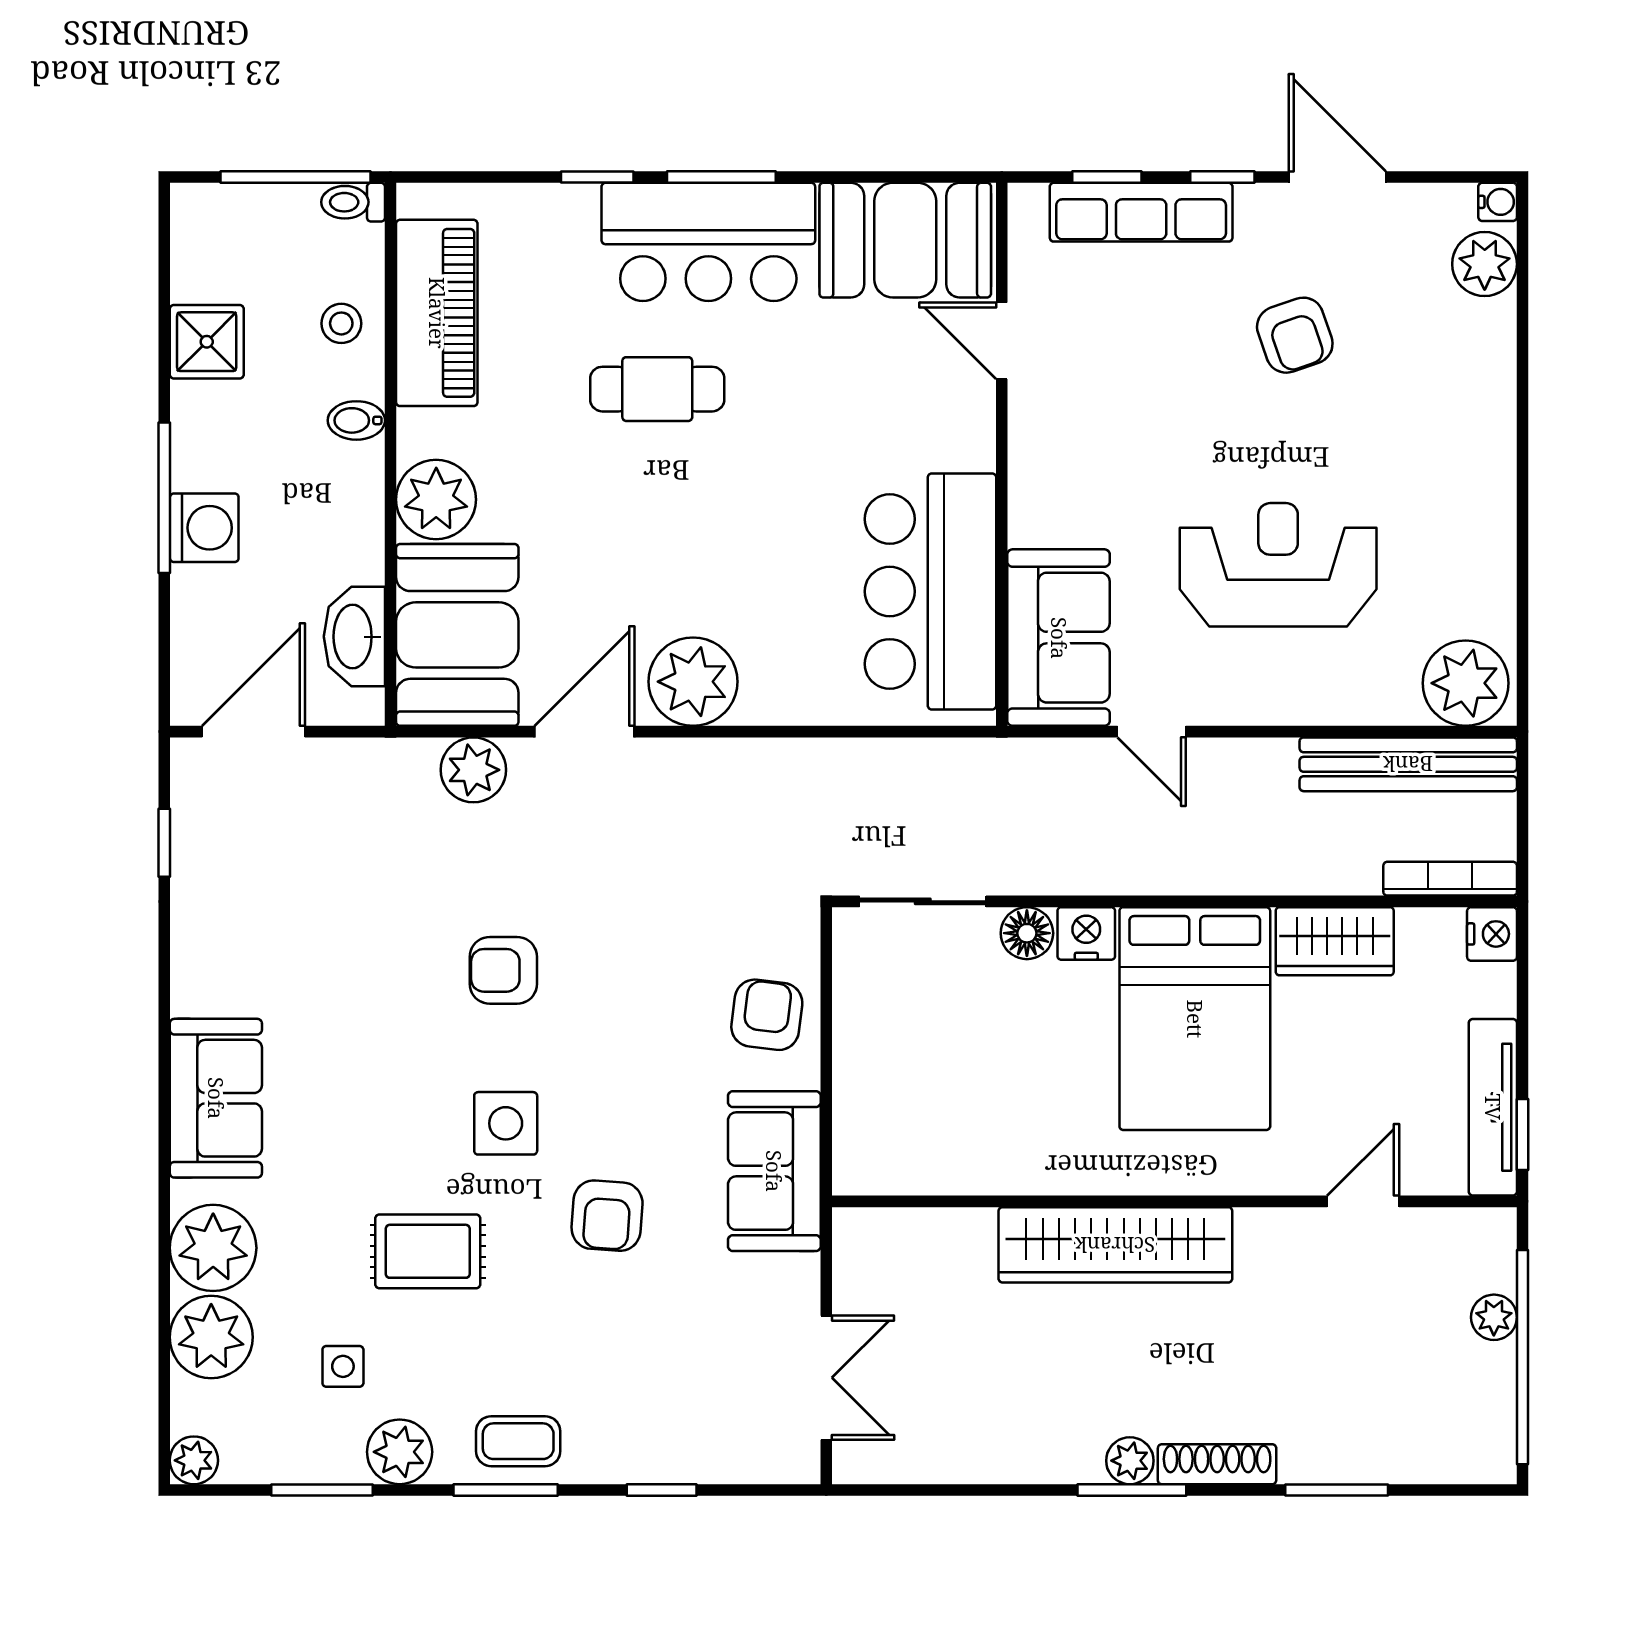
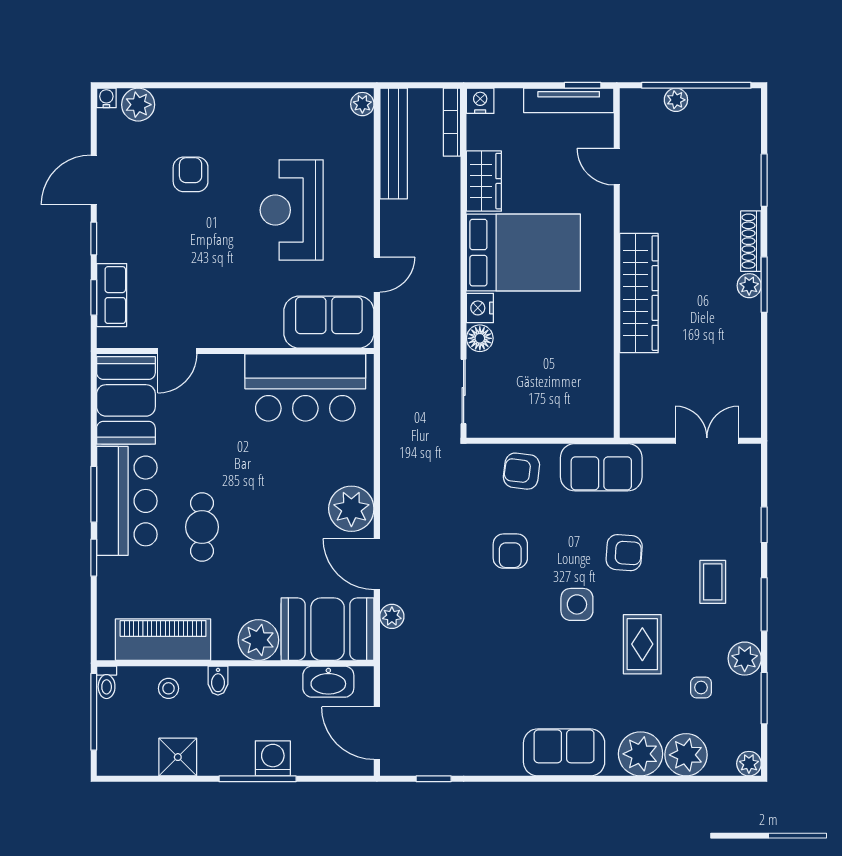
row of seats: (1141, 212) -> (112, 295), width x0.68
armchair: (1295, 335) -> (191, 174), moved, turned -71
plant: (1466, 683) -> (362, 104), width x0.53, depth x0.53
plant: (473, 770) -> (392, 616), width x0.73, depth x0.73
armchair: (503, 970) -> (510, 551), moved
coffee table: (518, 1441) -> (713, 582), moved

